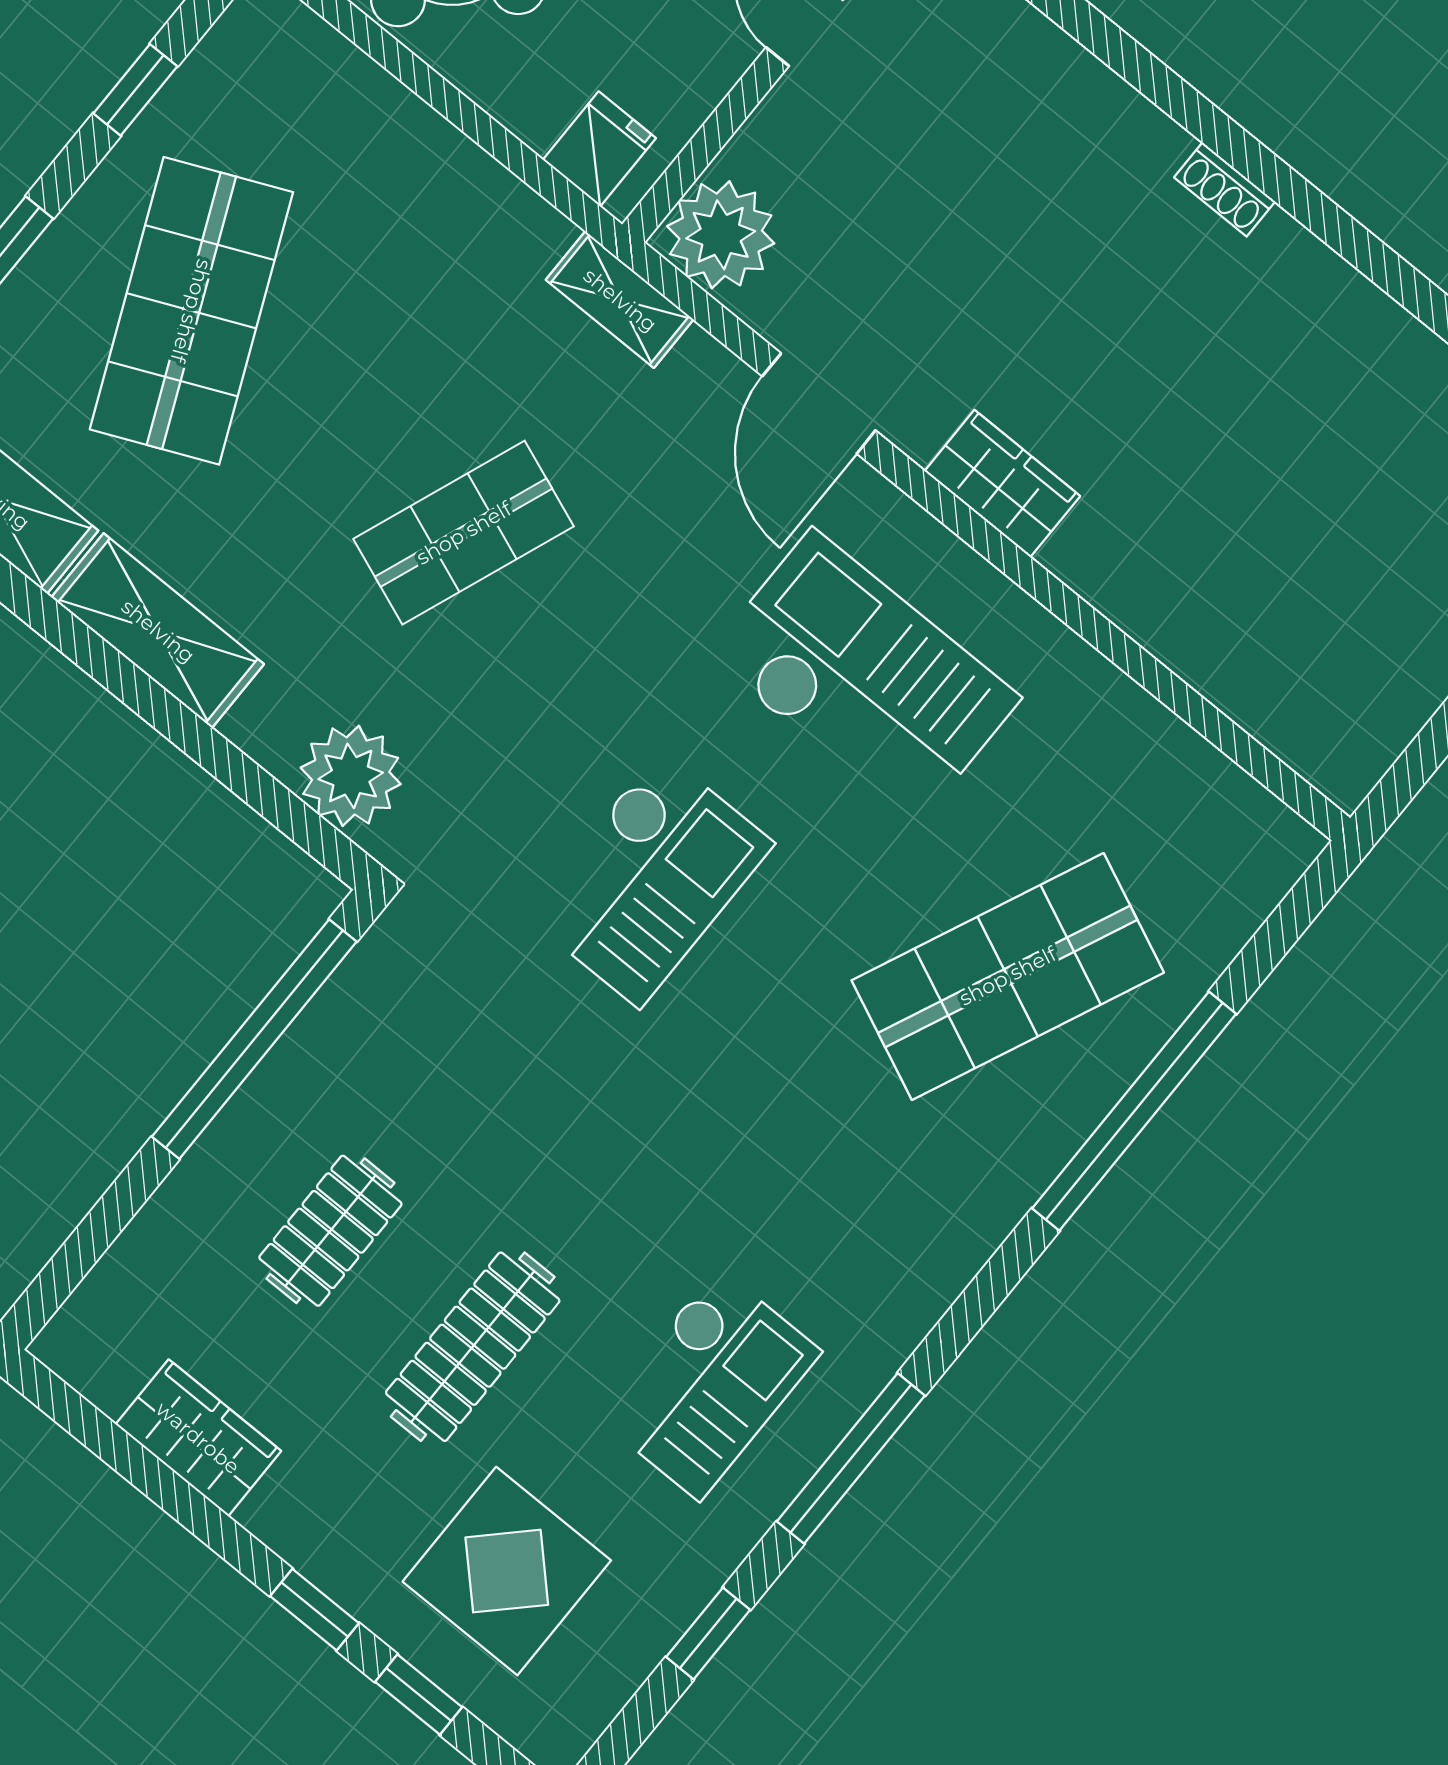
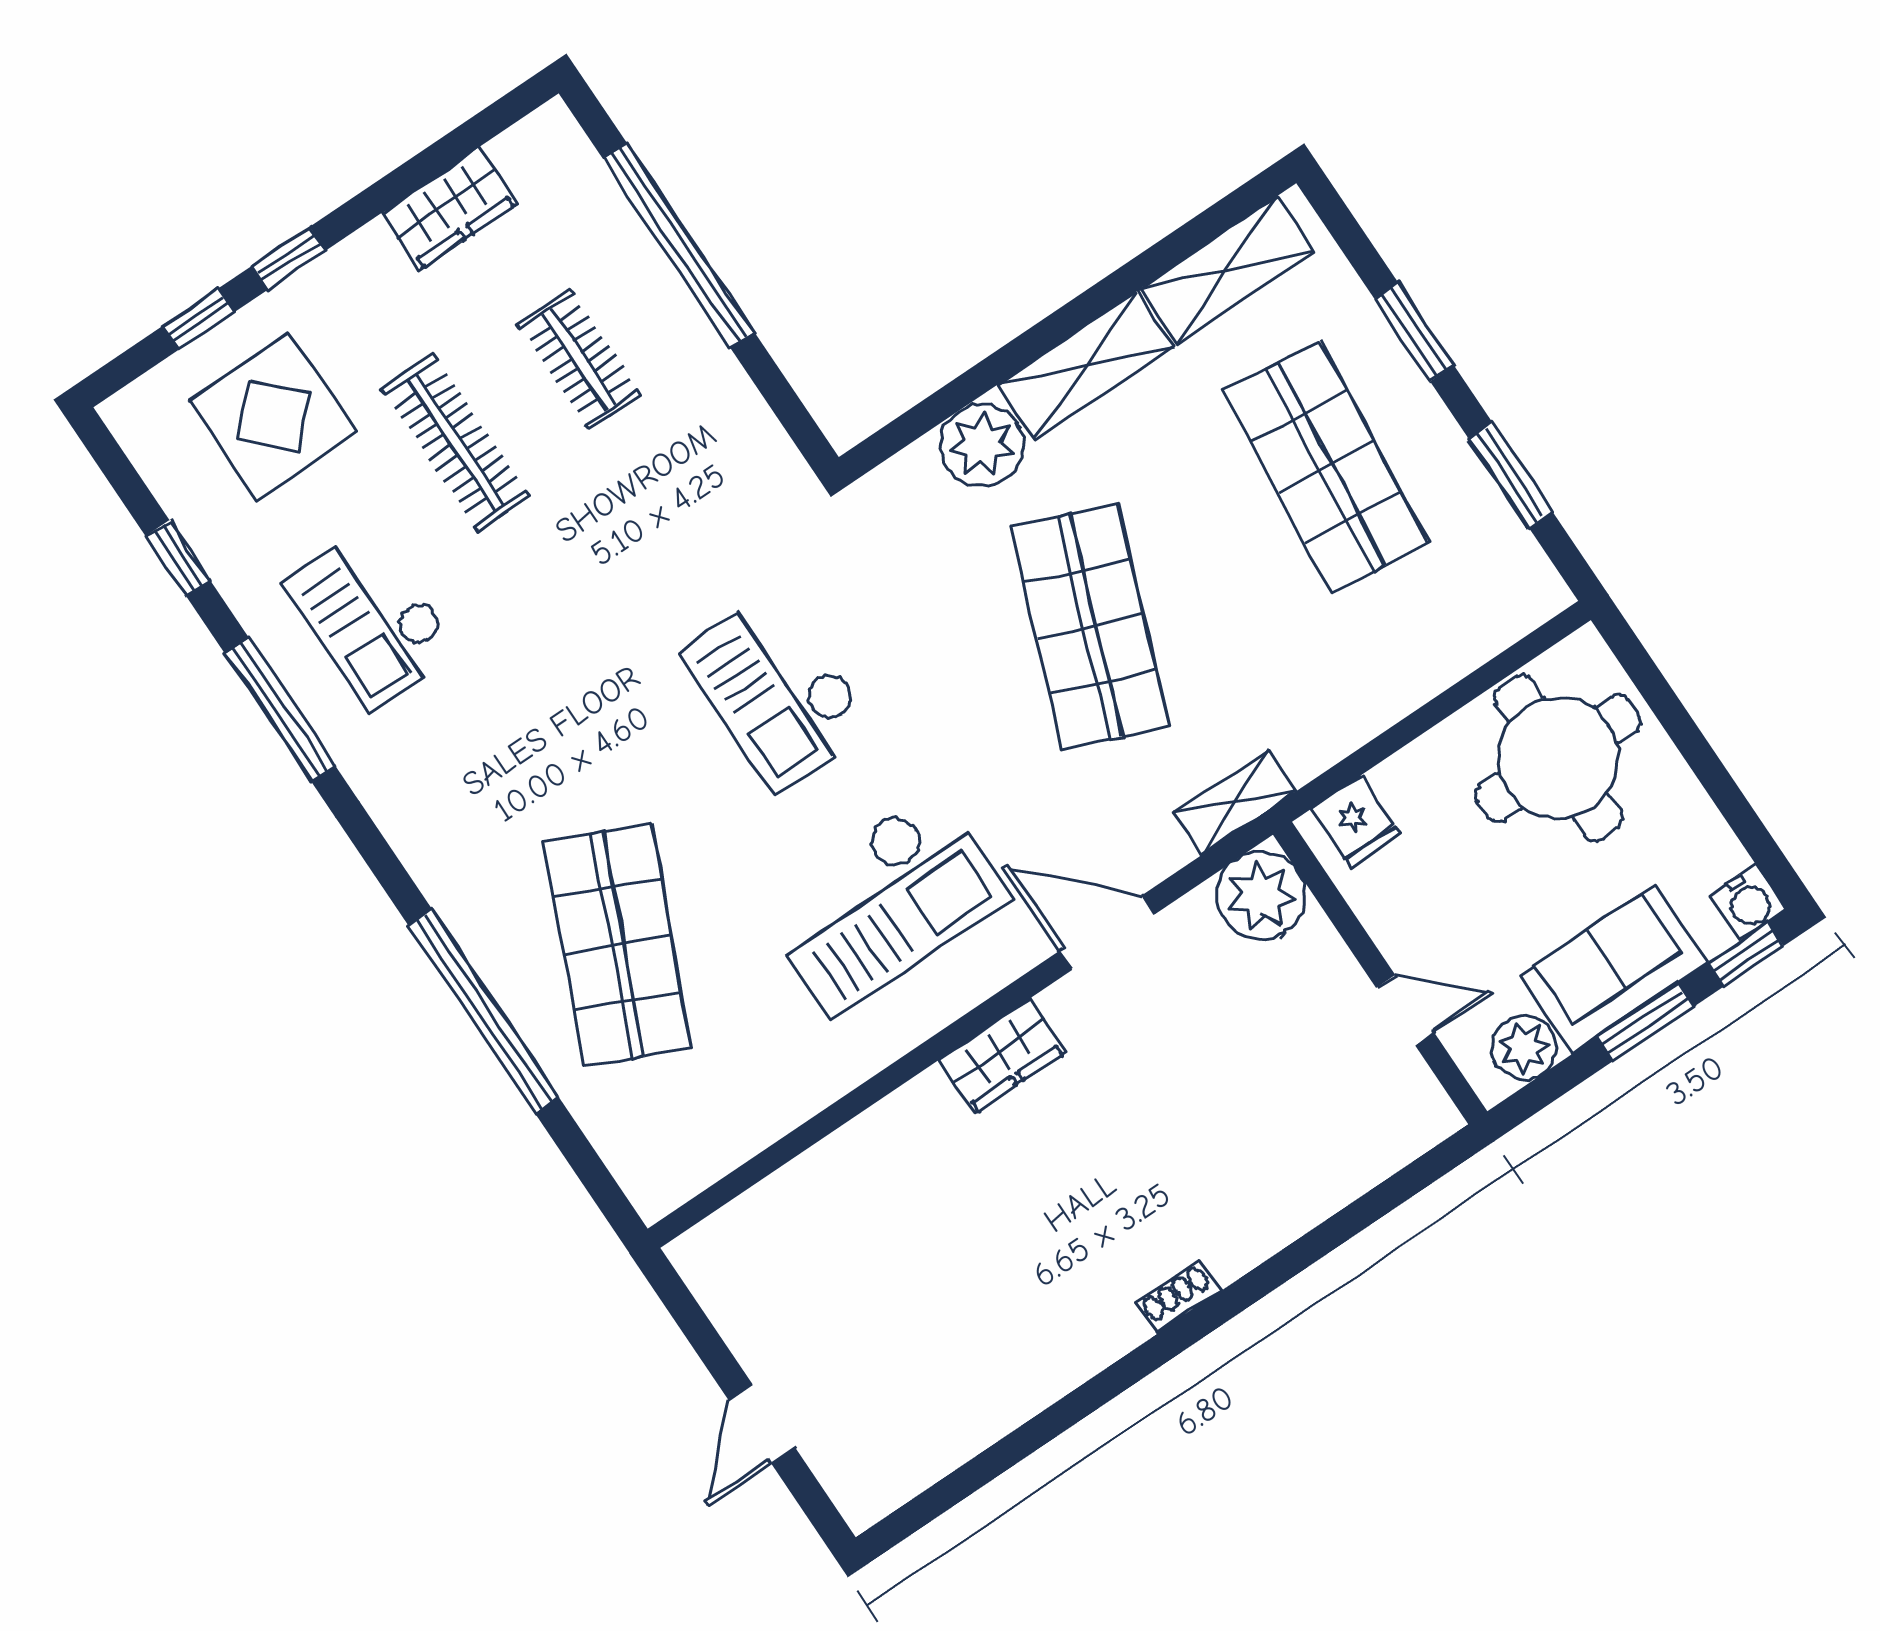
window: (135, 90) -> (1511, 475), width x1.50
shop shelf: (191, 311) -> (1326, 467), turned 30
shop shelf: (464, 533) -> (1090, 626), width x1.43, depth x1.36
plant: (351, 776) -> (982, 445), moved
window: (254, 1039) -> (679, 246), moved

